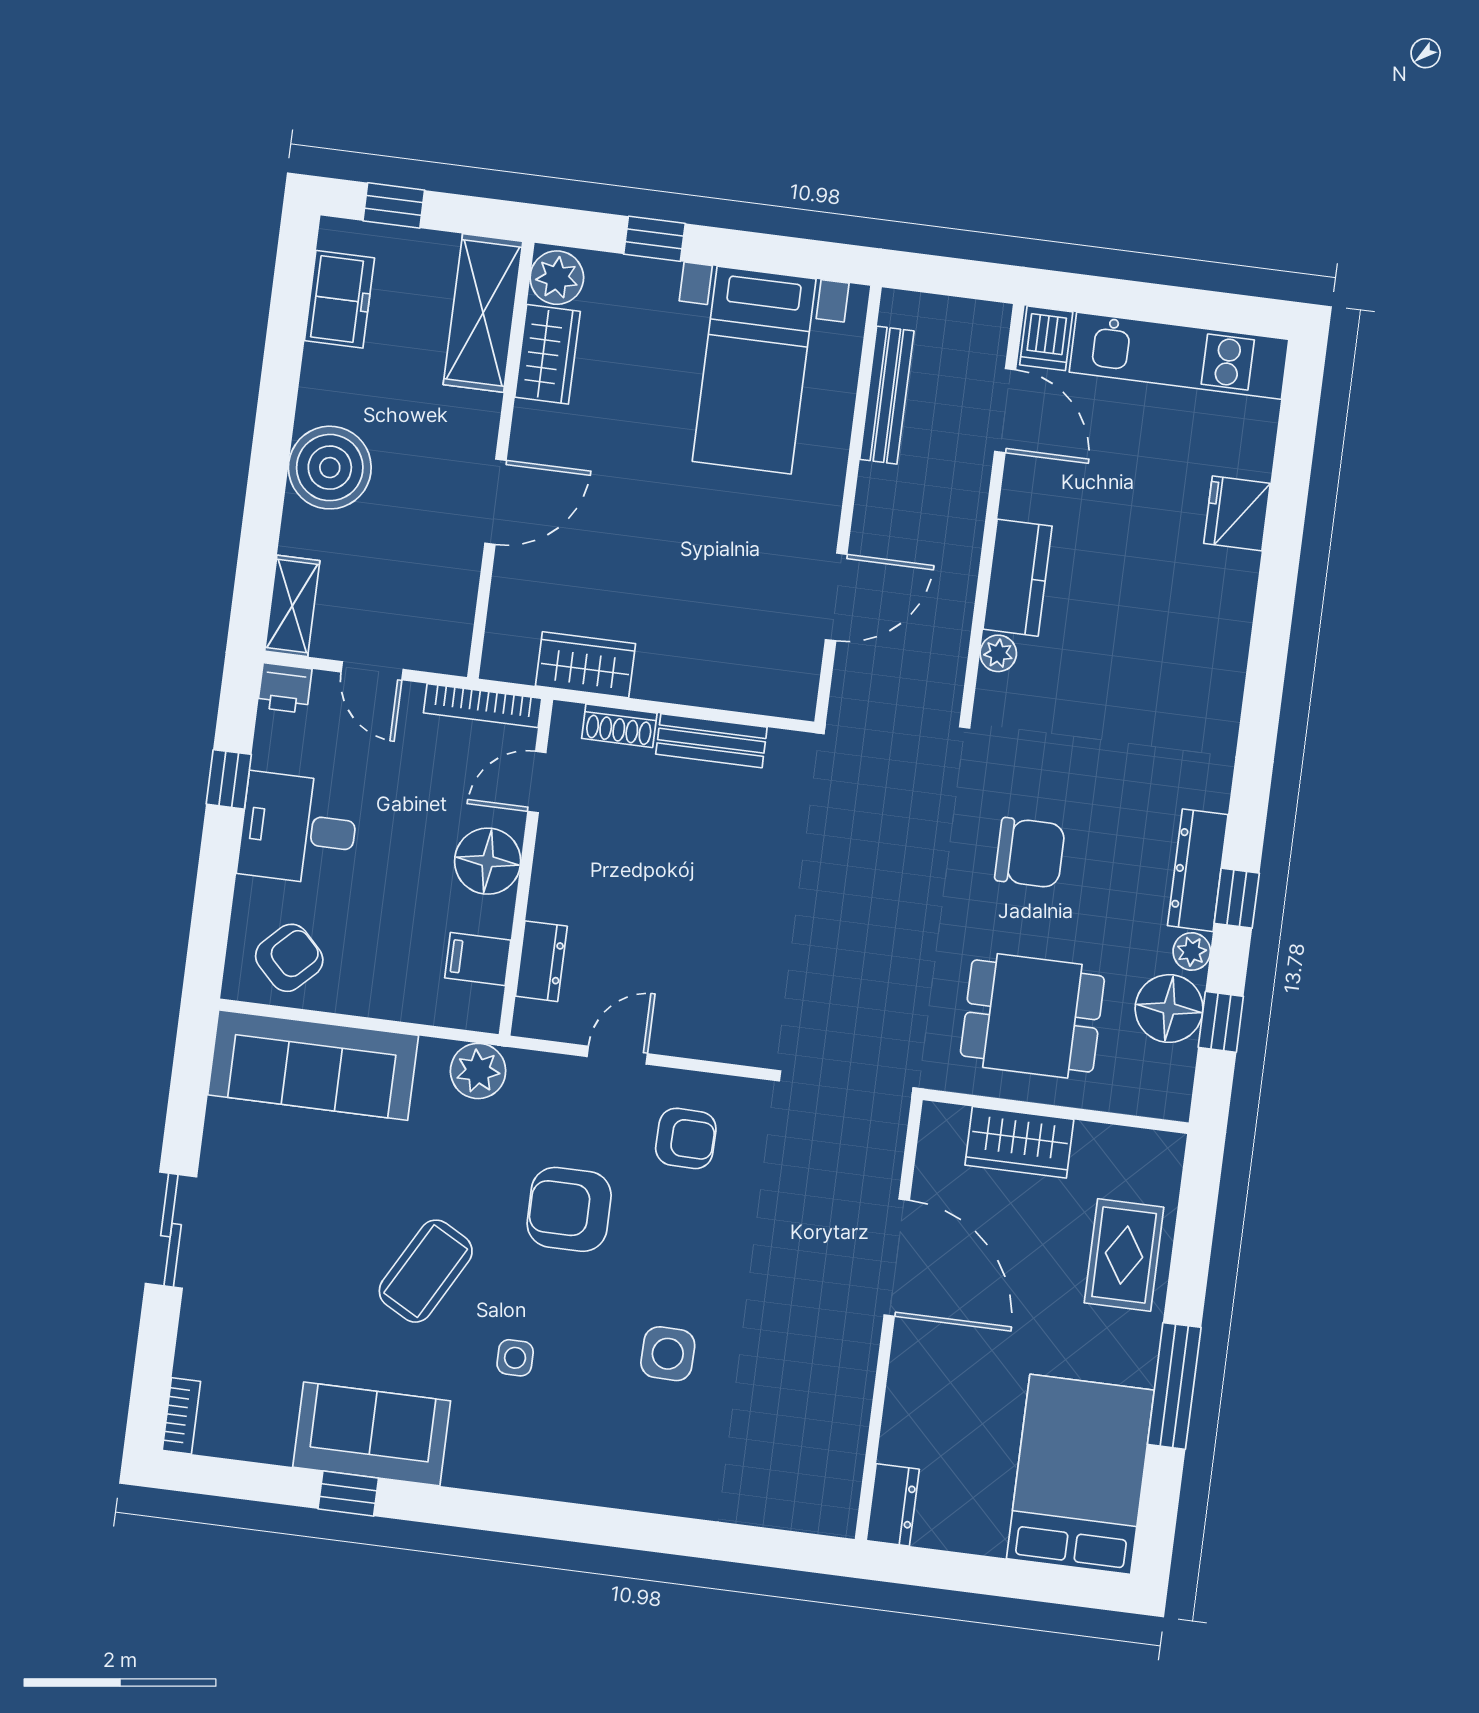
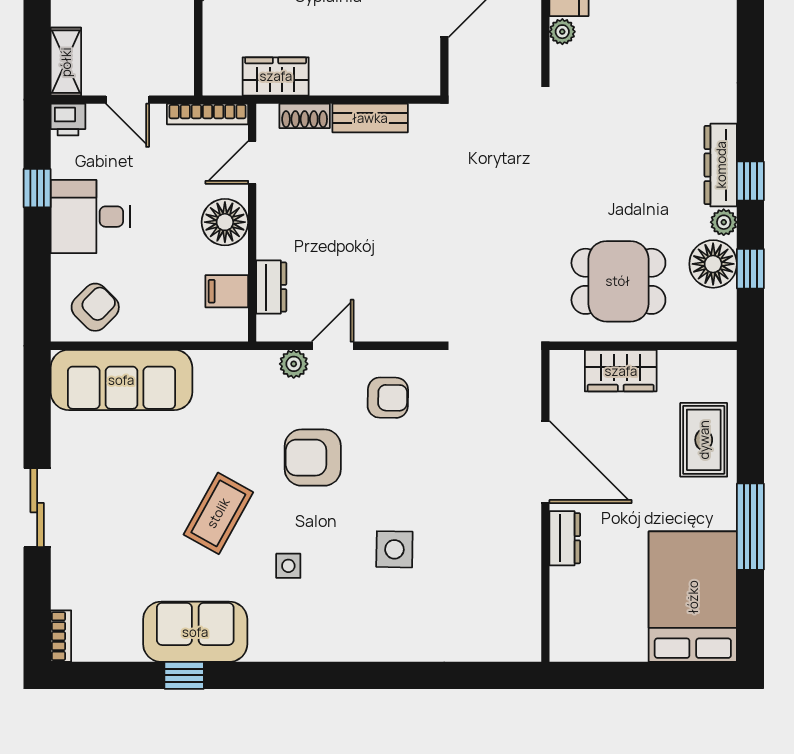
chair: (1030, 853) -> (602, 168), removed
plant: (478, 1071) -> (294, 364), moved, width x0.73, depth x0.73
dresser: (893, 1505) -> (565, 538), moved

